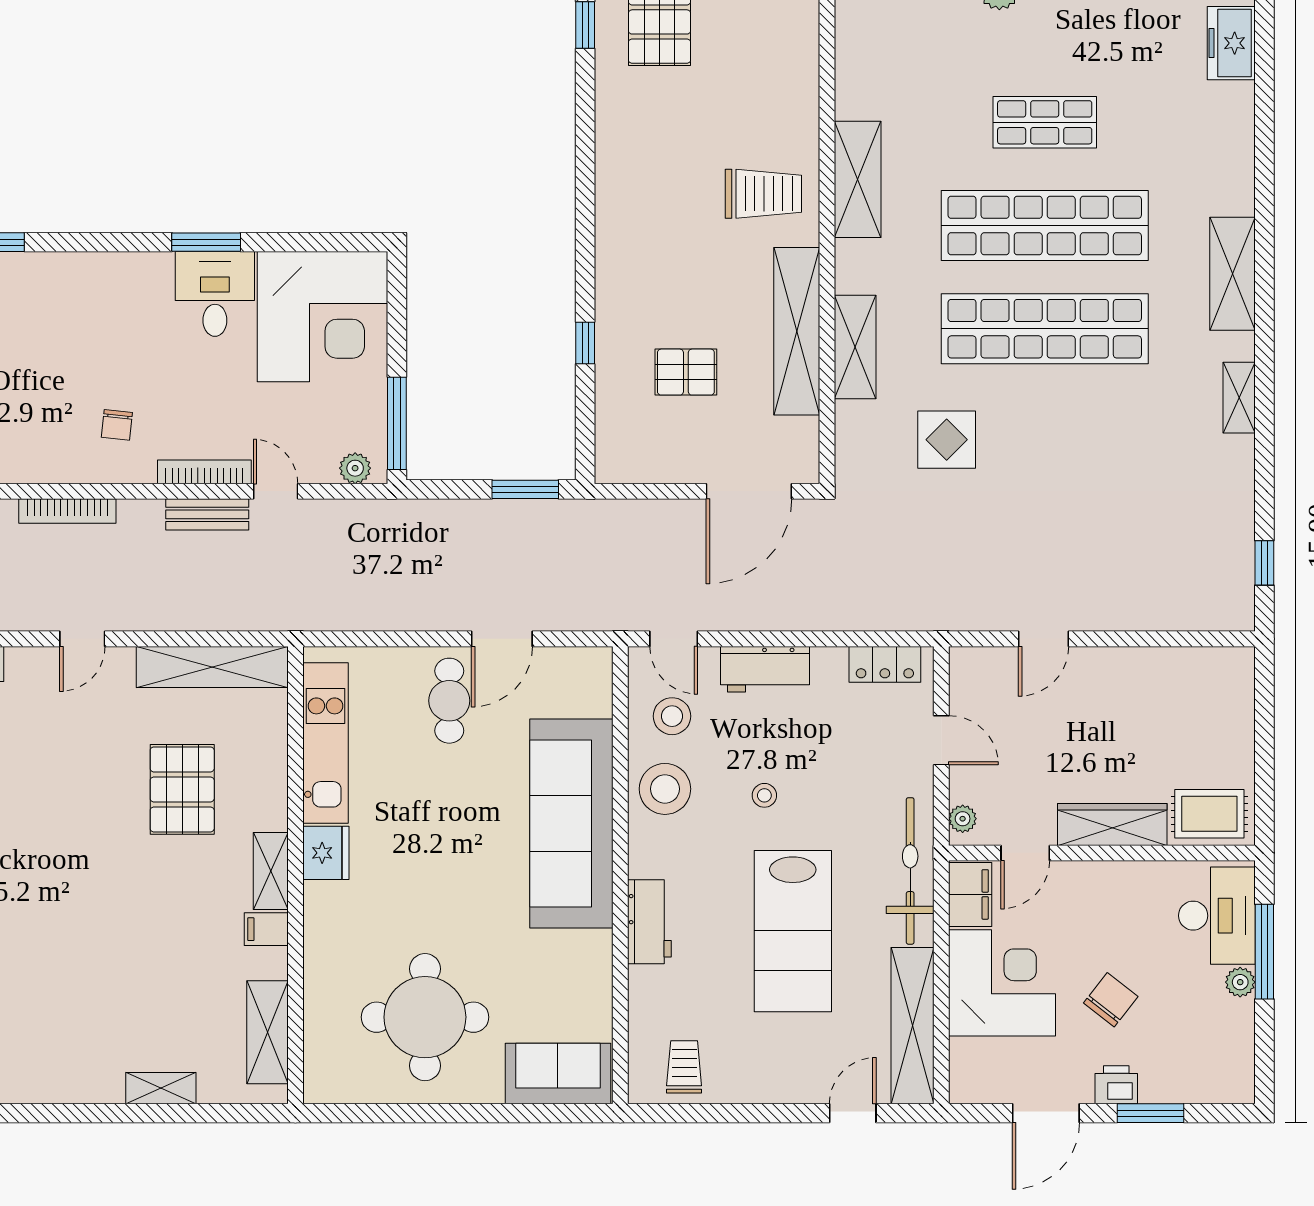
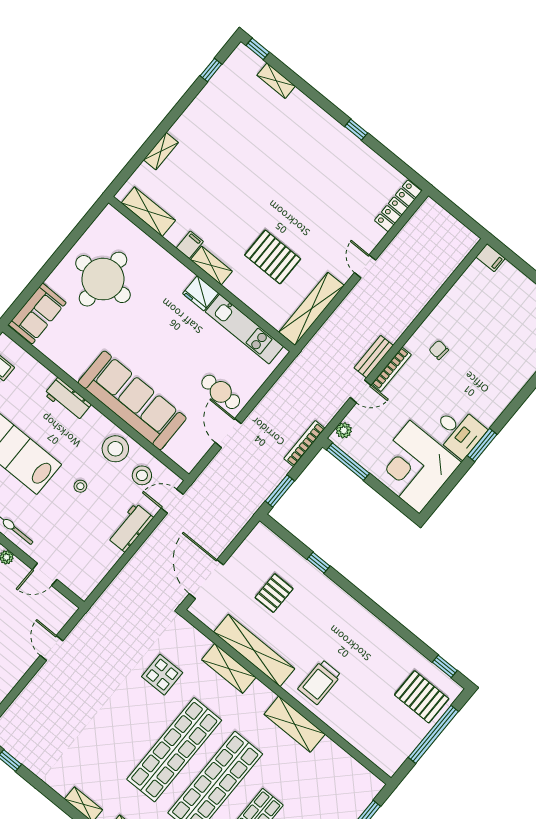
bookcase: (67, 511) -> (304, 444), moved
locker: (885, 664) -> (93, 577), removed

